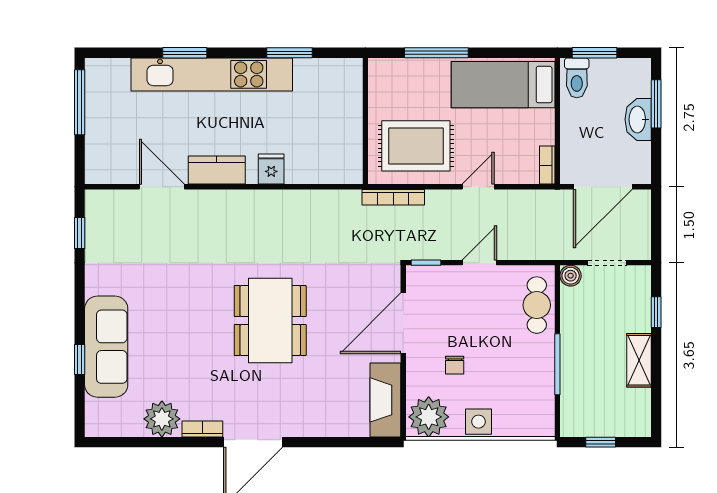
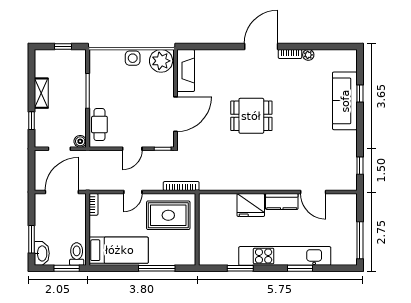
washbasin: (638, 119) -> (42, 253), moved
fridge: (271, 169) -> (251, 205), width x1.88, depth x1.34
dining table: (270, 321) -> (251, 116), width x0.73
chair: (455, 365) -> (146, 90), removed
plant: (162, 419) -> (308, 55), width x0.53, depth x0.53

